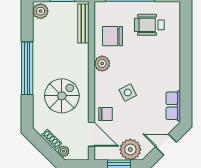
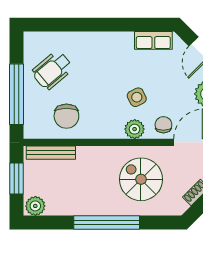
wheelchair: (149, 25) -> (52, 70), turned 50
plant: (102, 64) -> (135, 129), moved

